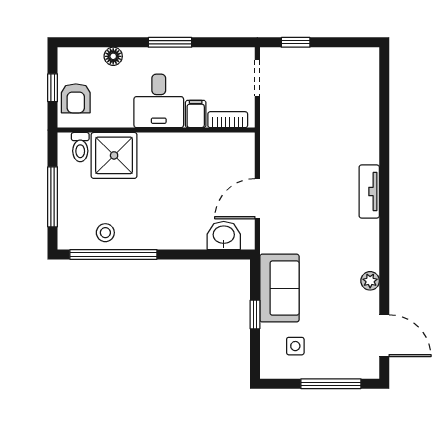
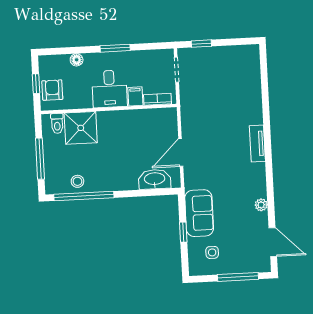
armchair: (76, 98) -> (52, 90), turned 180
washbasin: (224, 235) -> (155, 179), width x1.38

